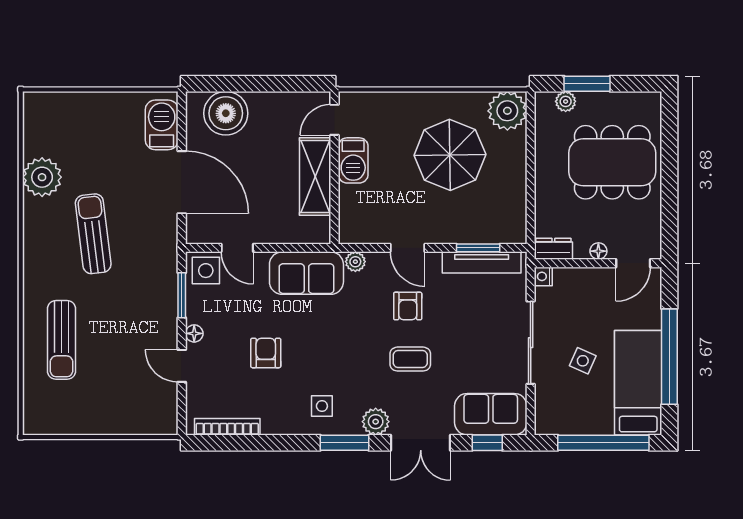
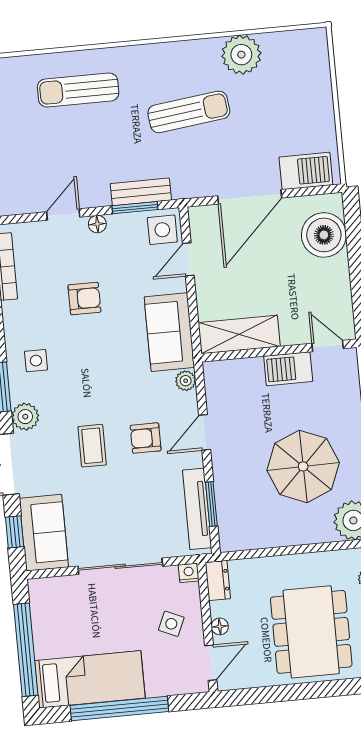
shelving: (315, 176) -> (239, 334), moved
door: (633, 263) -> (211, 663), swing flipped
bench: (167, 288) -> (141, 192), added
side table: (583, 361) -> (171, 624), moved

